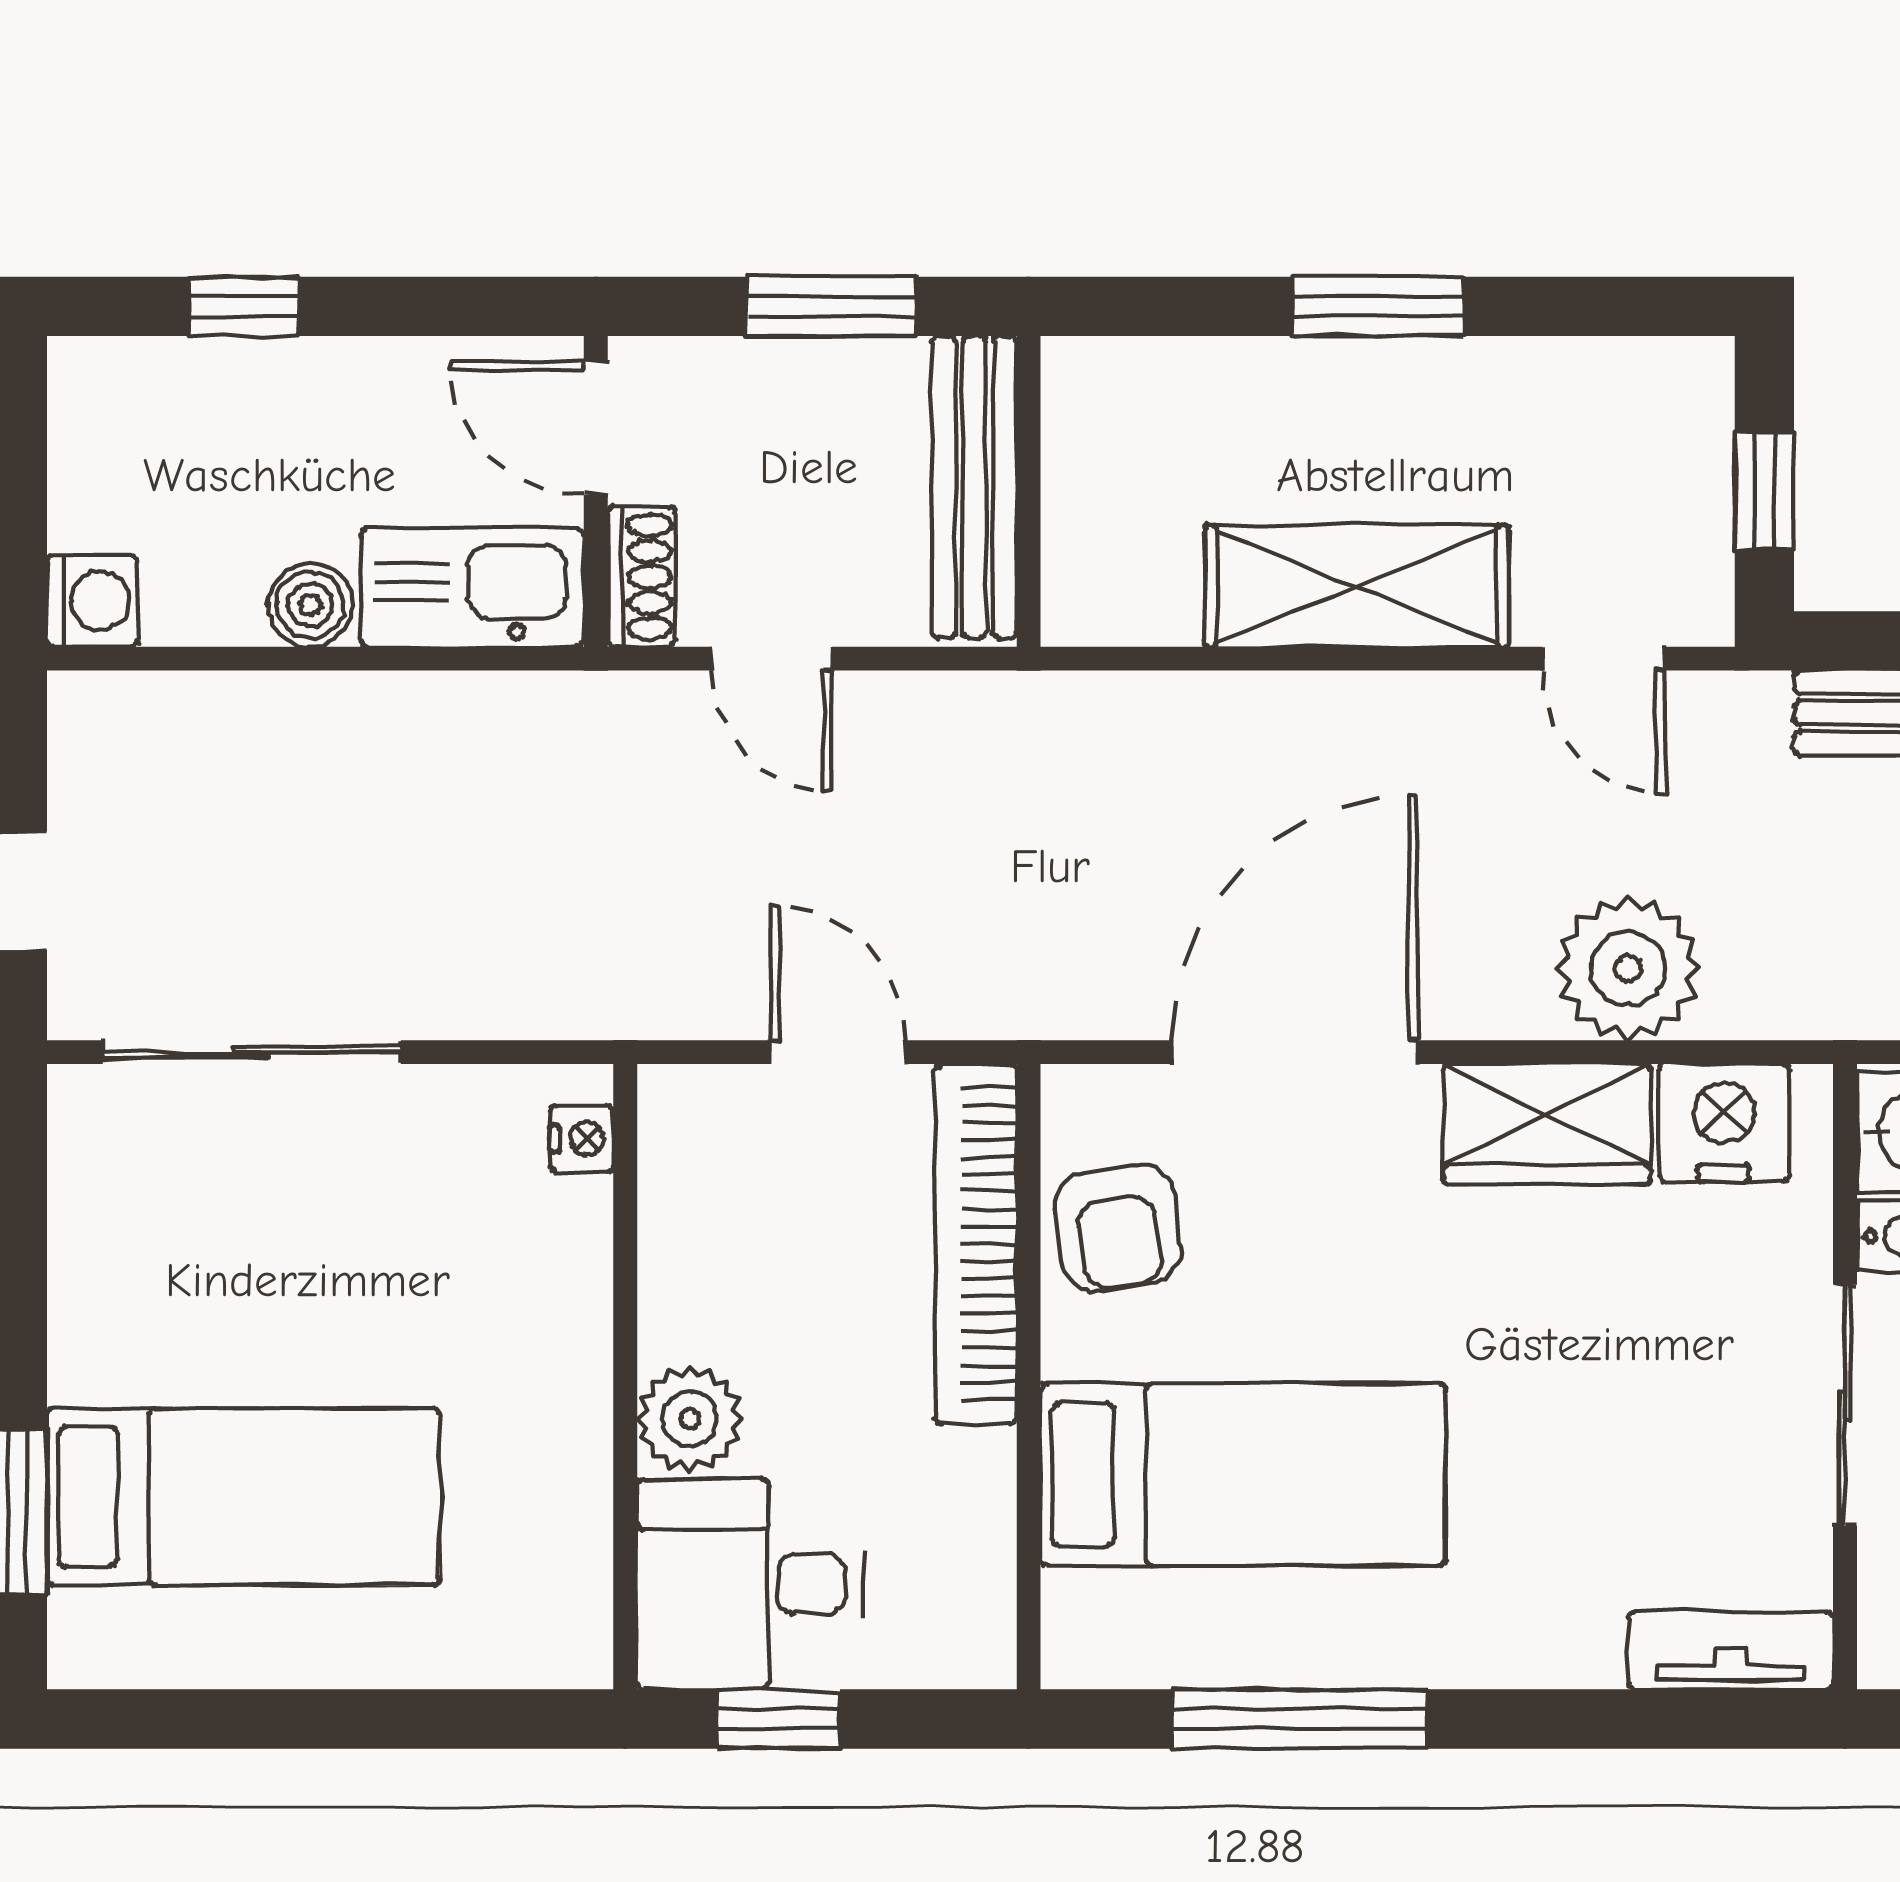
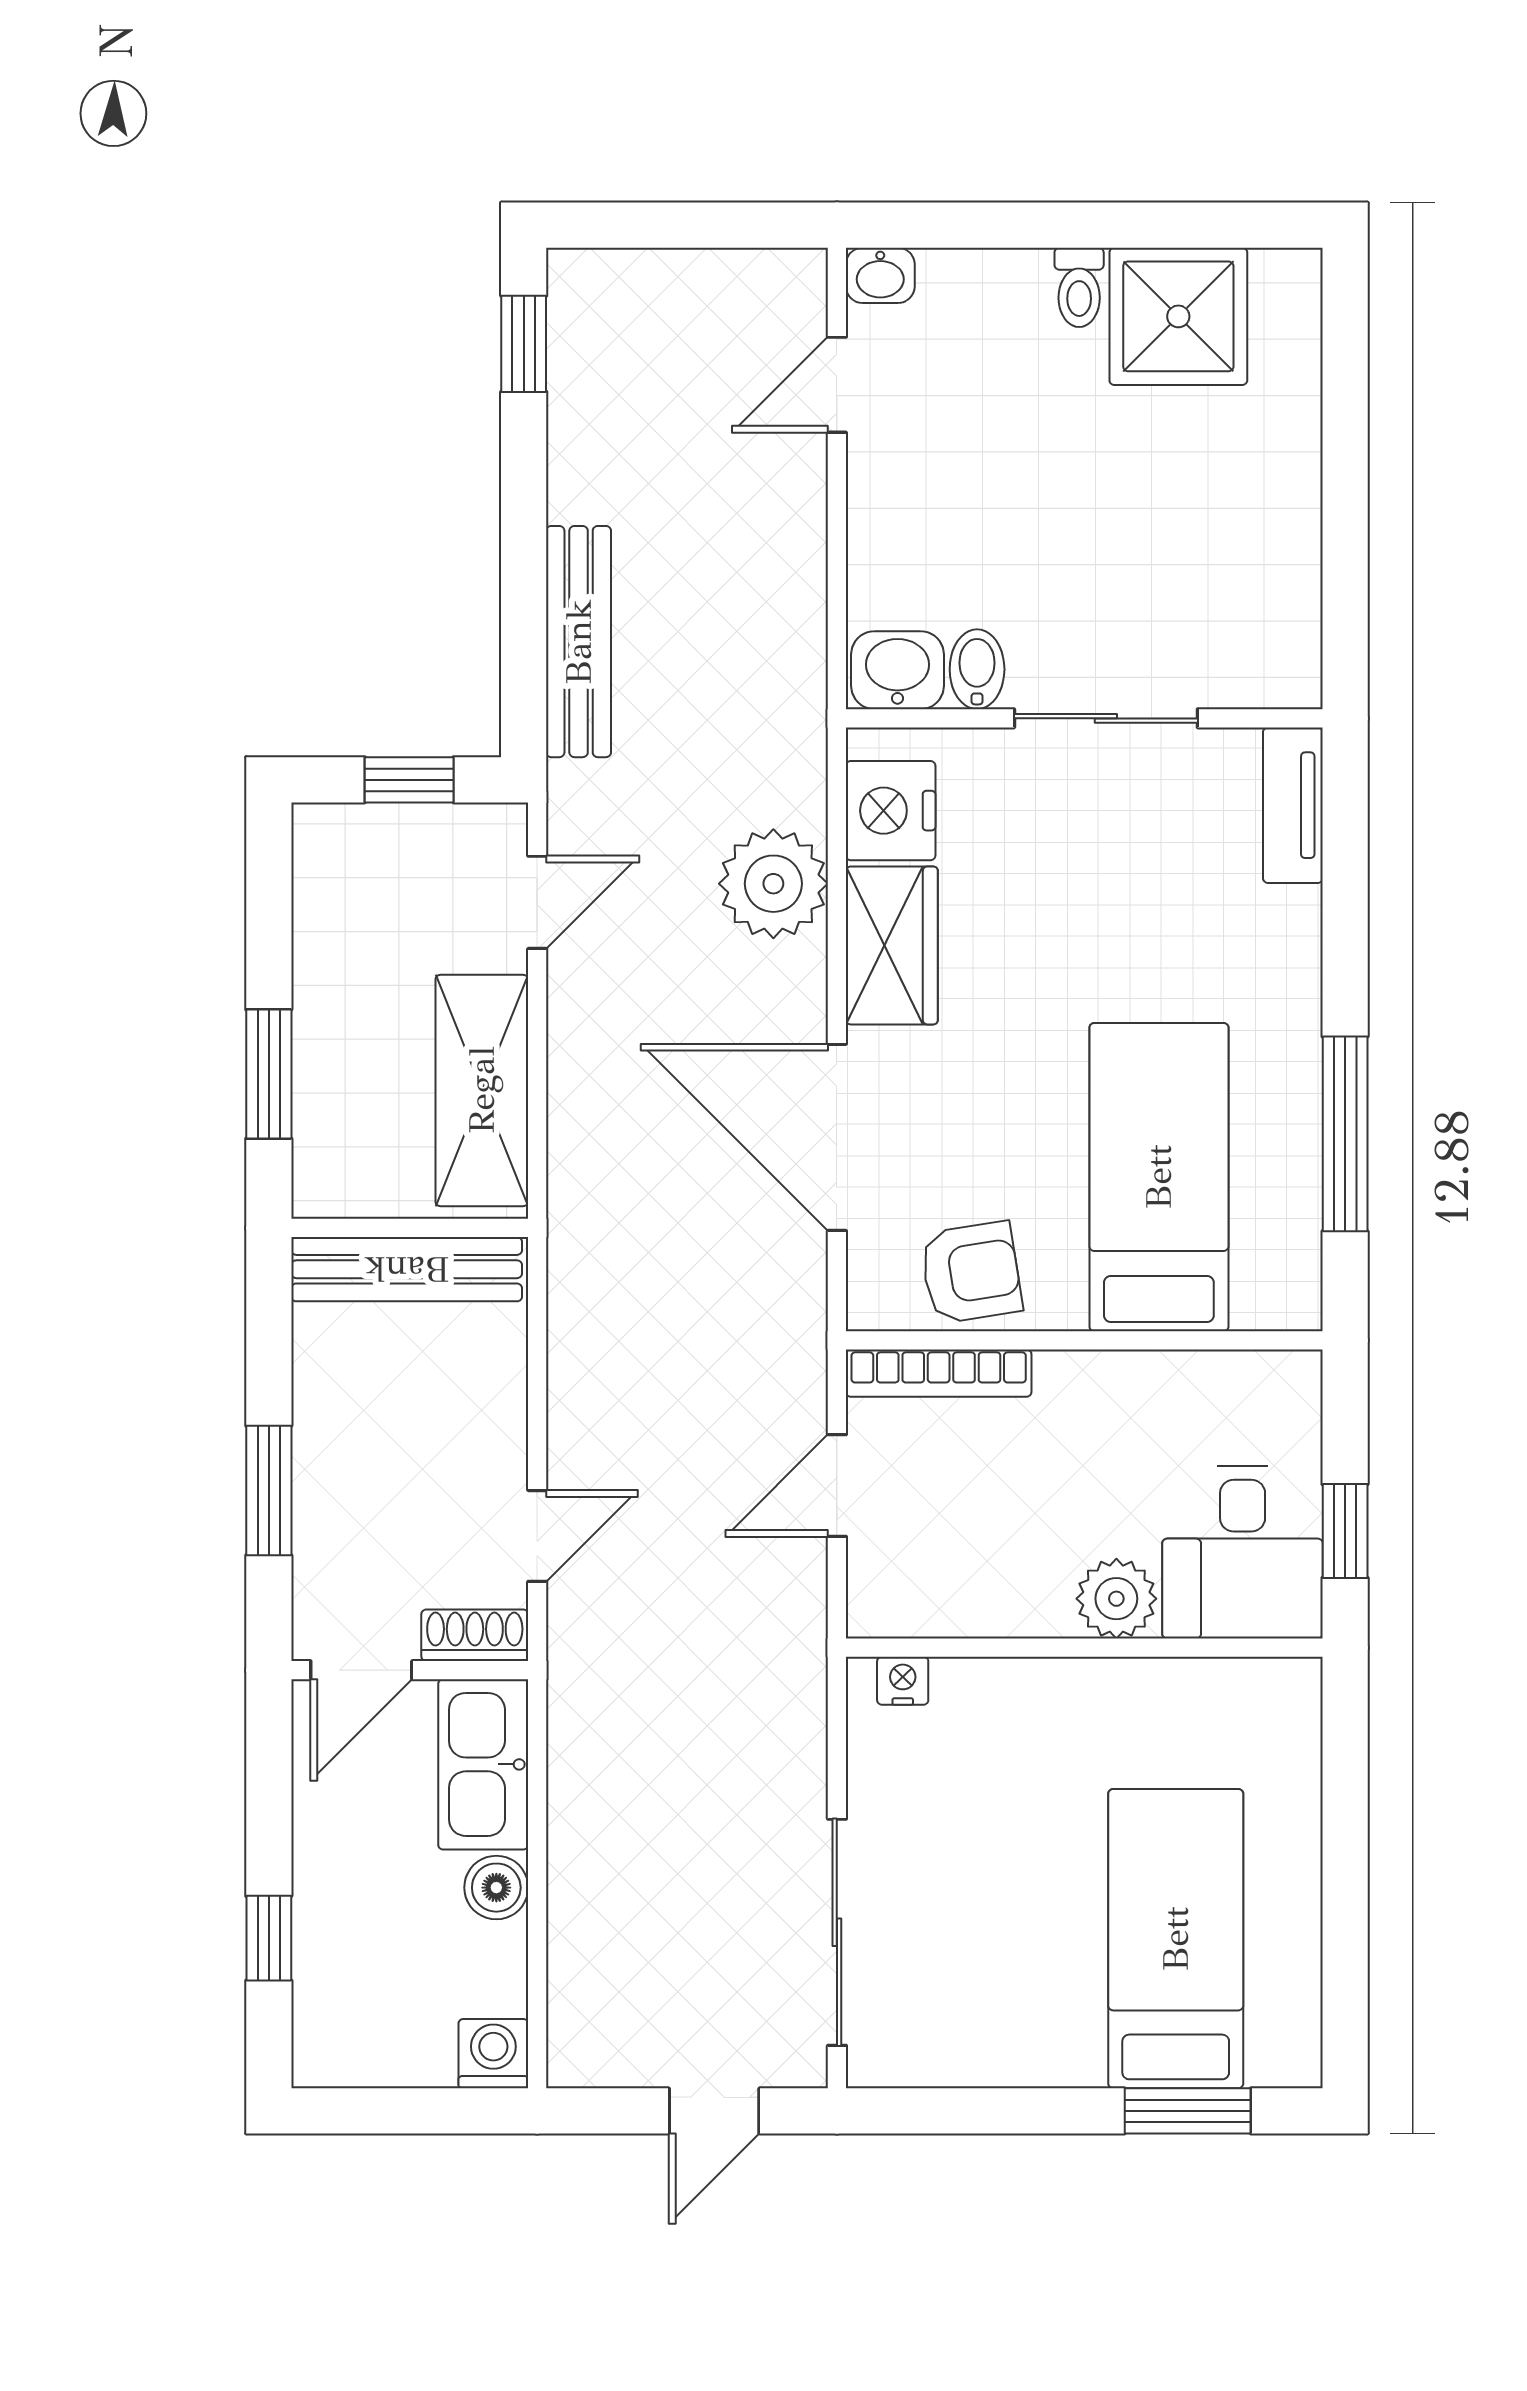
bench: (974, 487) -> (407, 1269), moved
wall: (1029, 491) -> (410, 1228), moved
bookcase: (976, 1244) -> (939, 1373), width x0.68, depth x0.76

